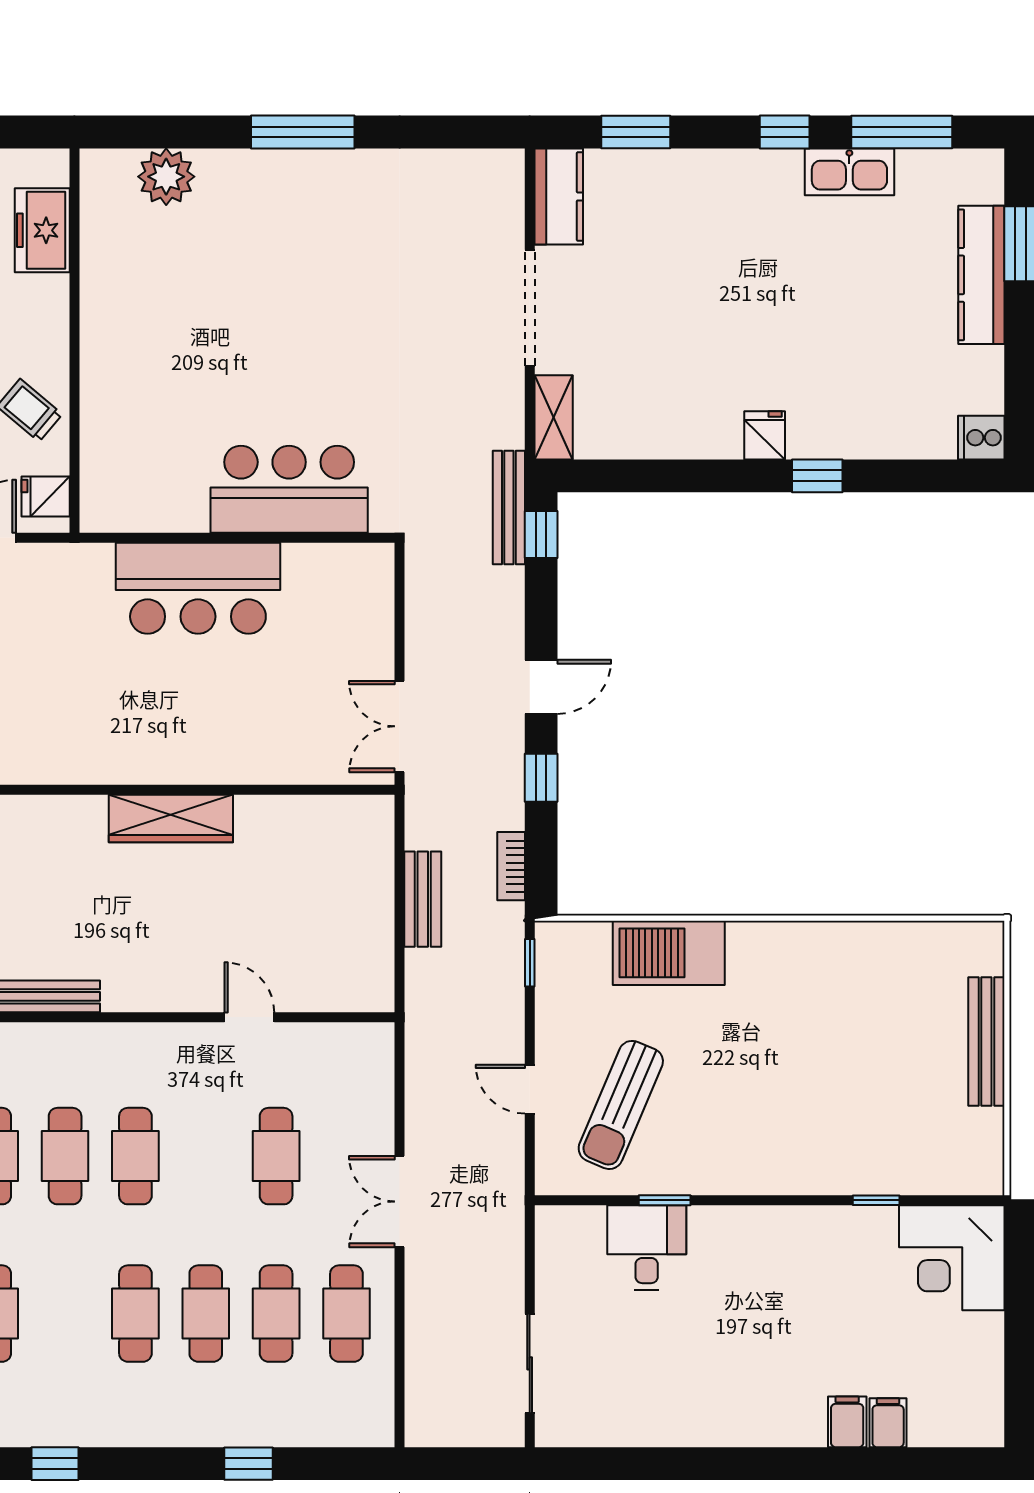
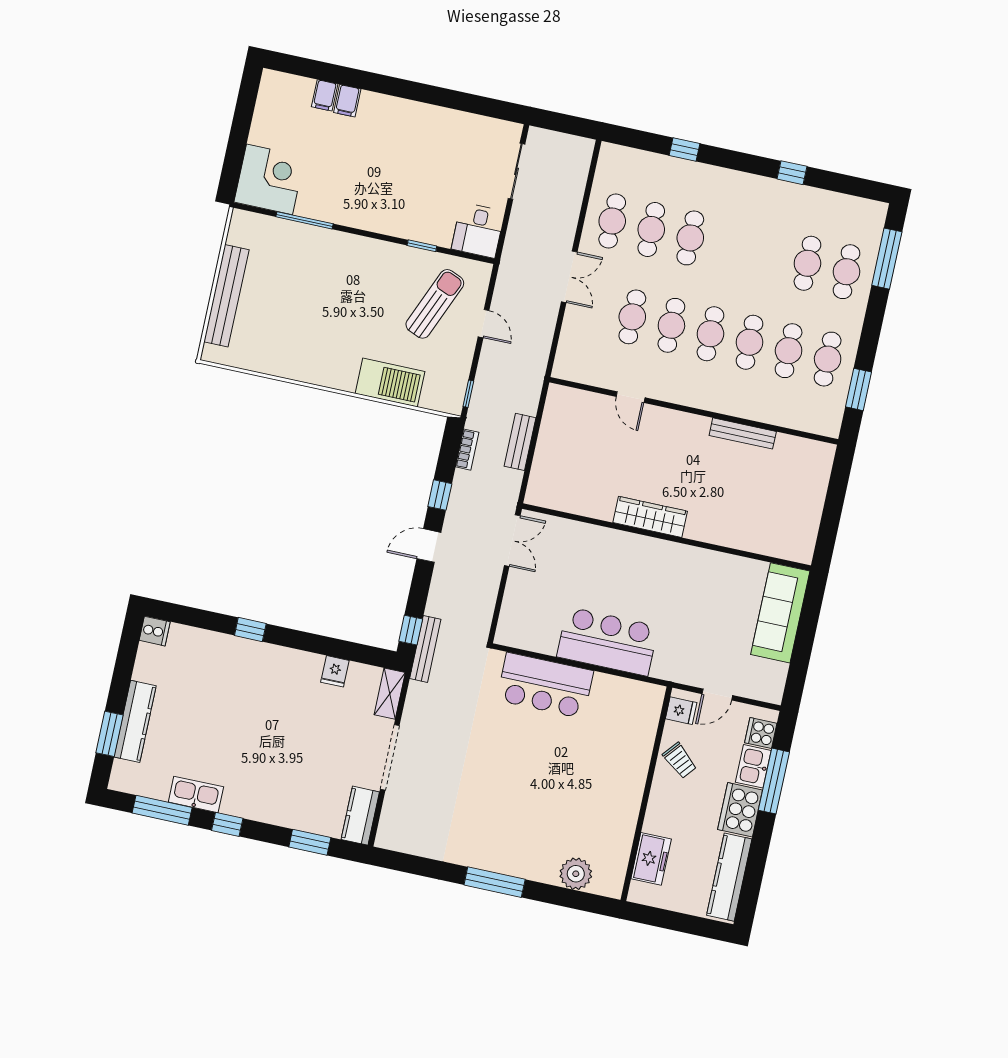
fridge: (765, 435) -> (335, 671), moved
bench: (986, 1042) -> (226, 296), width x1.37, depth x1.21
window: (876, 1200) -> (305, 220), width x2.17
desk: (647, 1248) -> (478, 230), moved
cafe table: (135, 1314) -> (671, 325), moved

